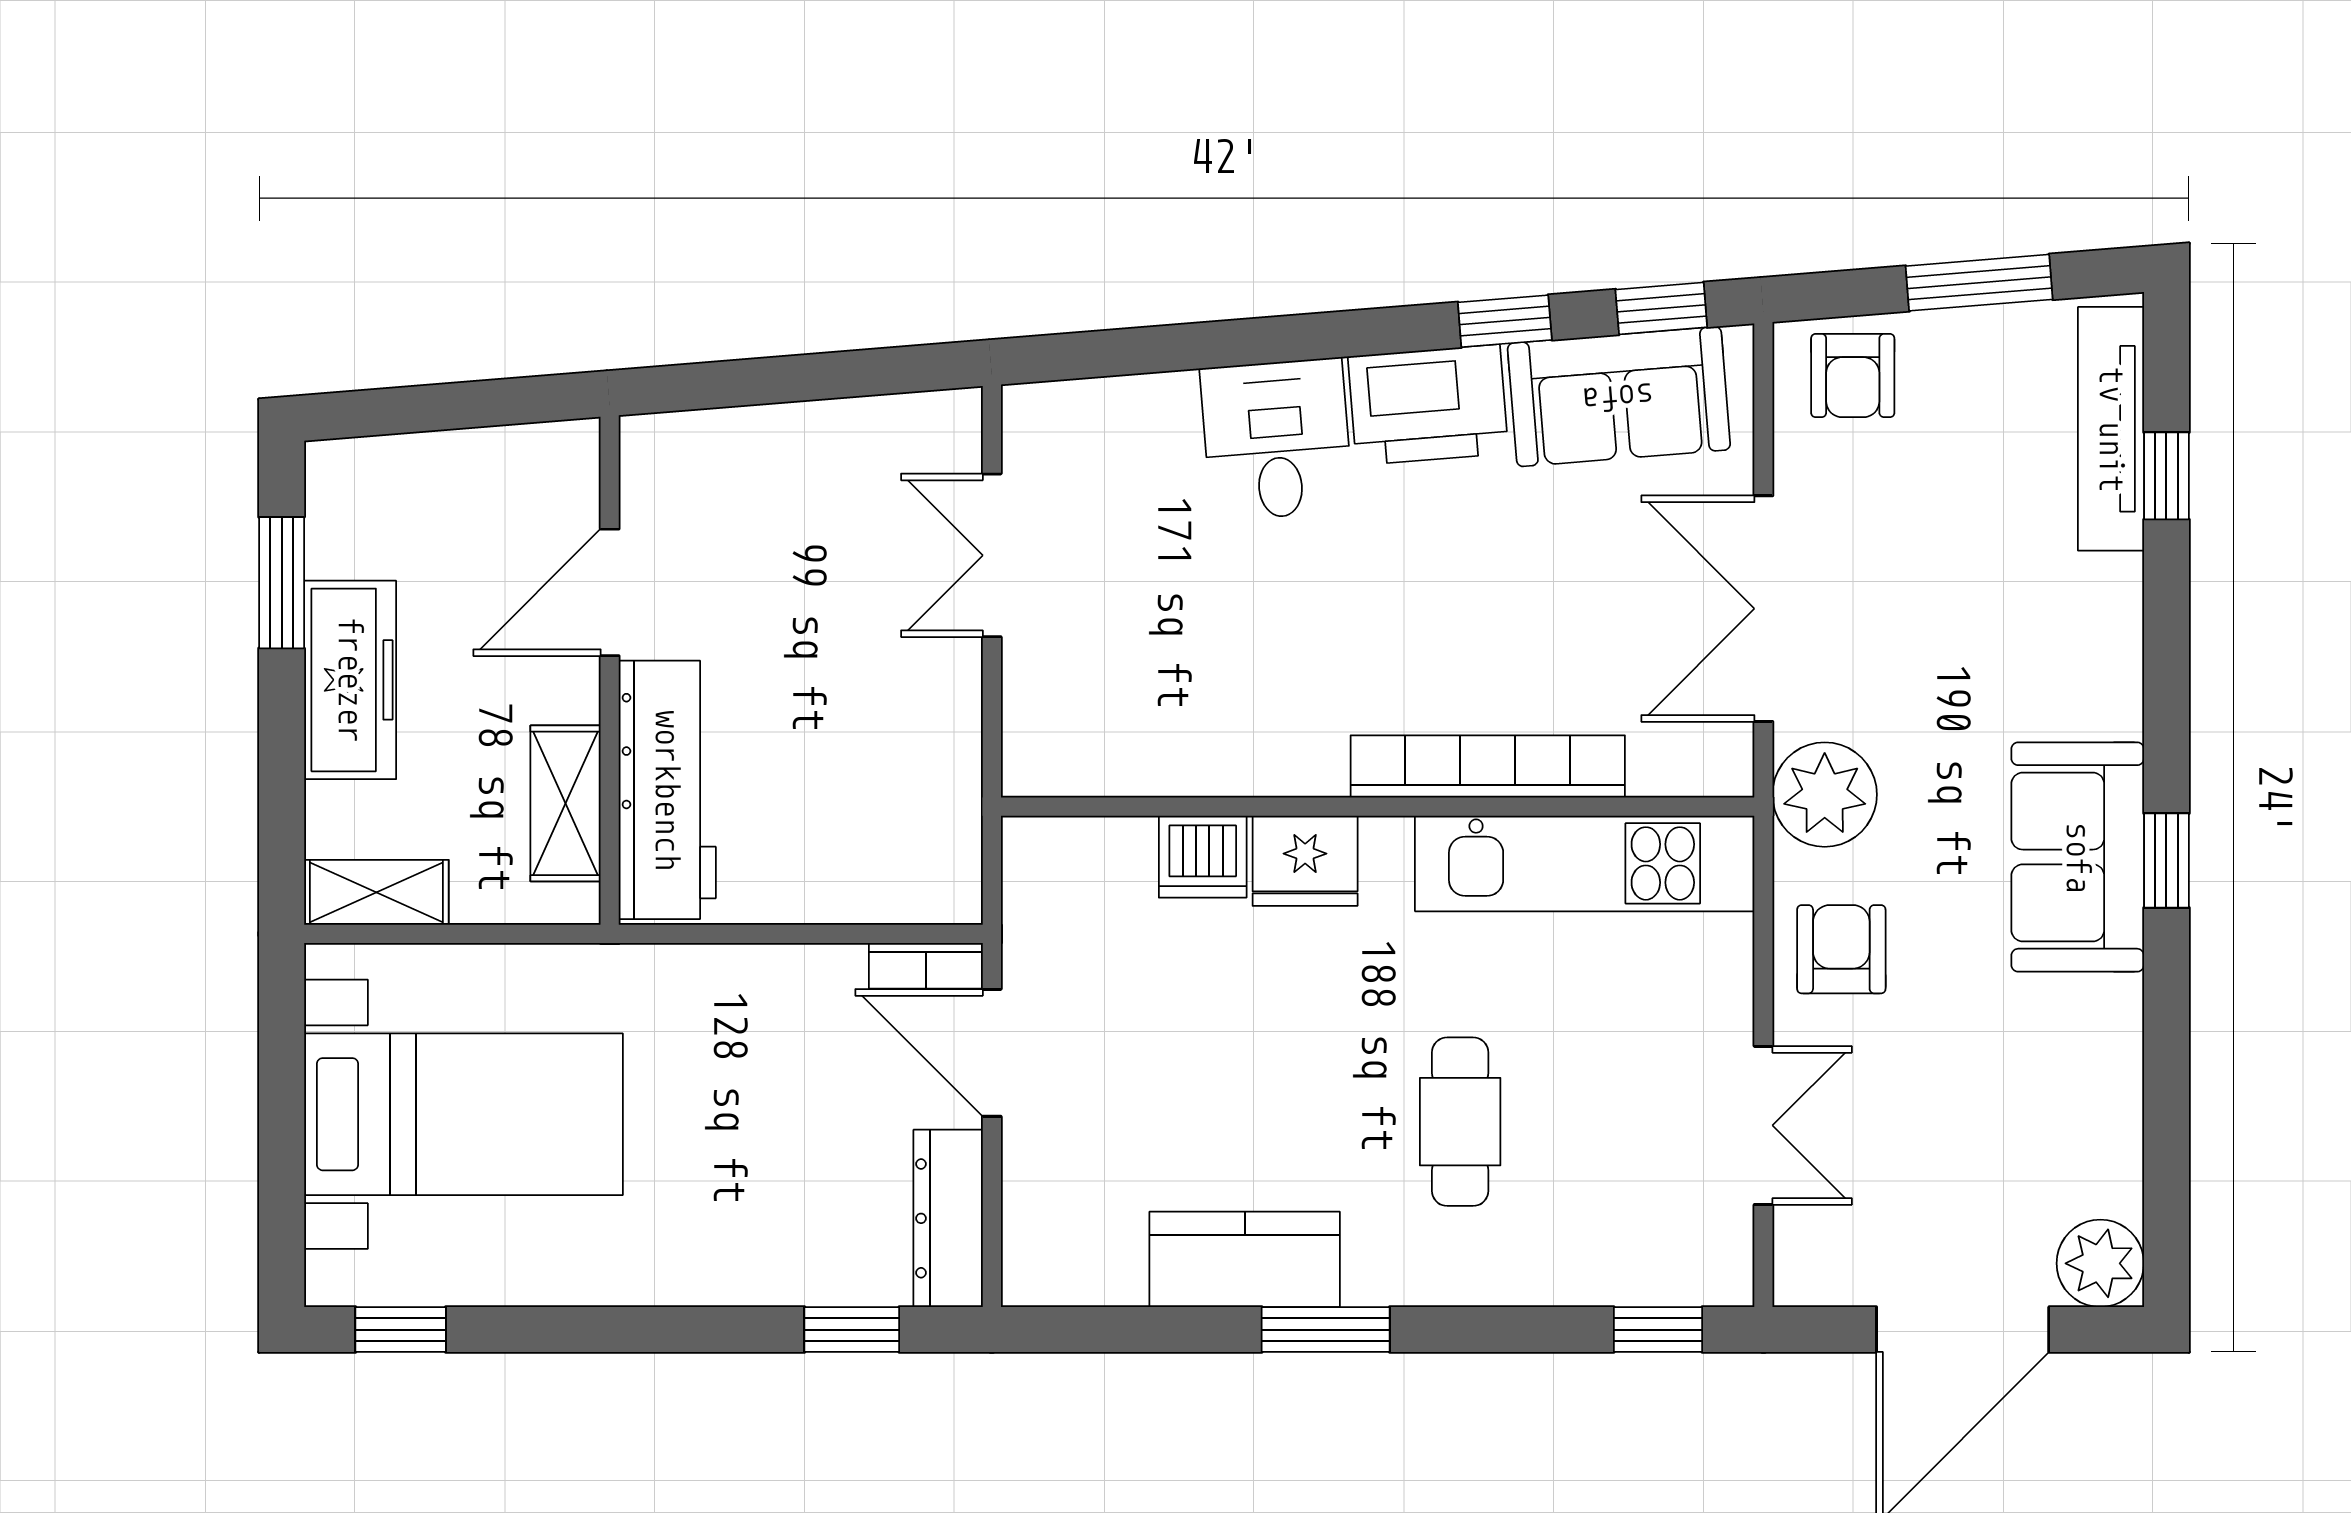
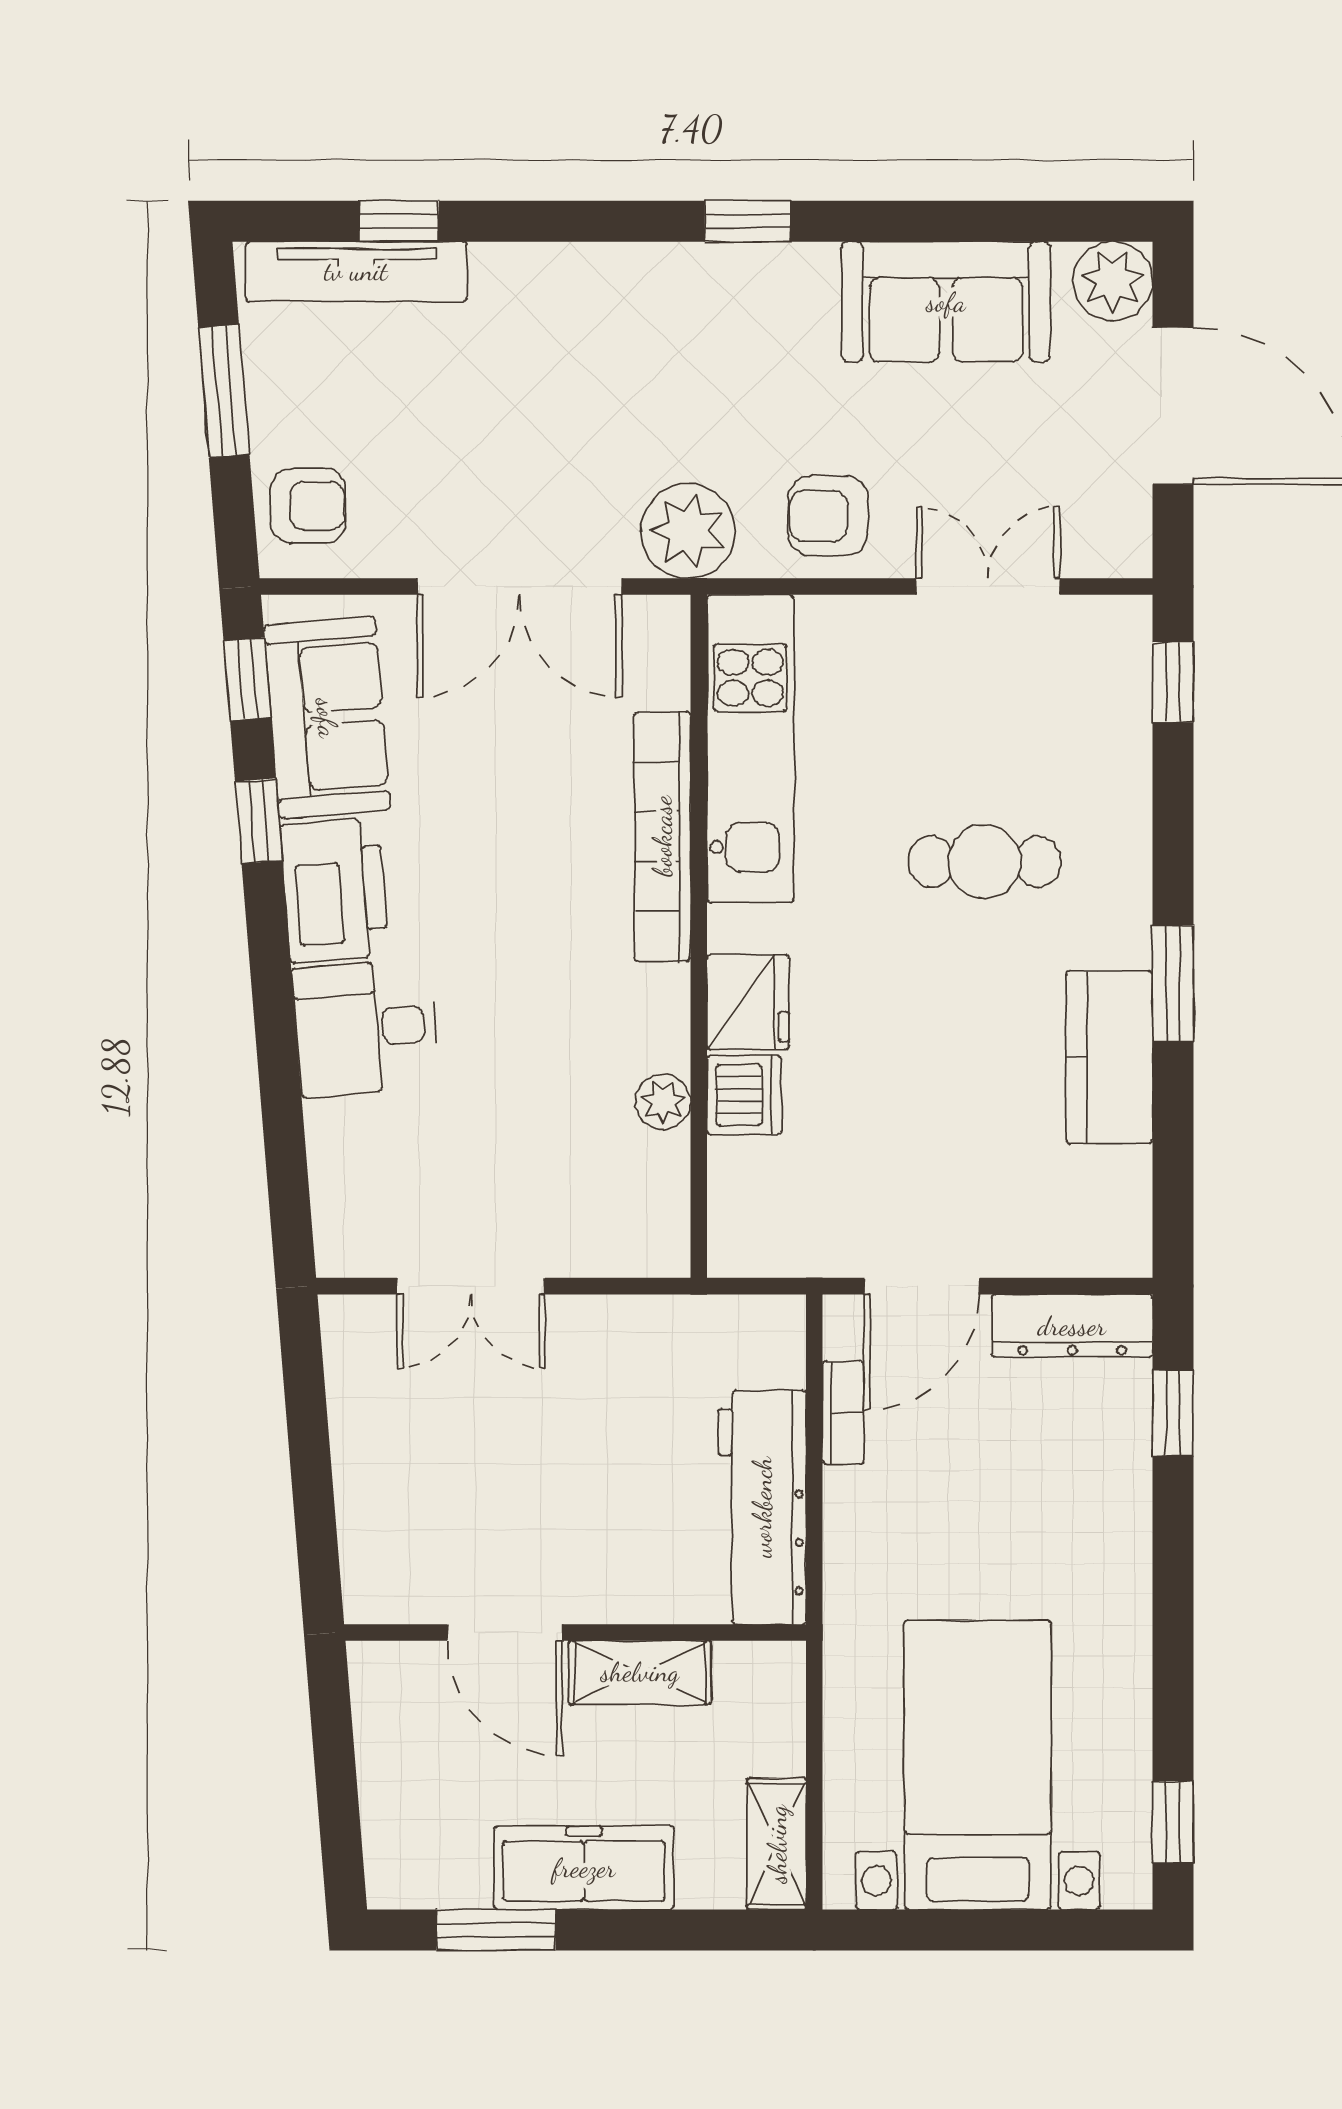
plant: (1195, 767) -> (663, 1102), added
workbench: (667, 790) -> (762, 1507), moved, turned -90
shelving: (566, 803) -> (640, 1672), moved
sofa: (2078, 857) -> (946, 302), moved
bookcase: (926, 966) -> (843, 1413), moved

